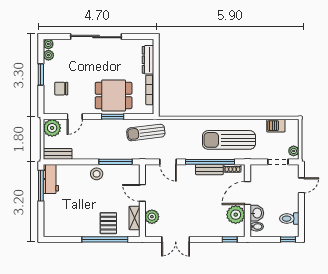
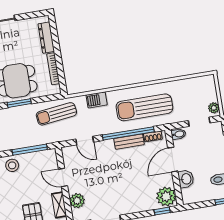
barbecue: (276, 126) -> (97, 100), moved
plant: (236, 215) -> (166, 197), moved
bidet: (257, 227) -> (178, 134), moved

